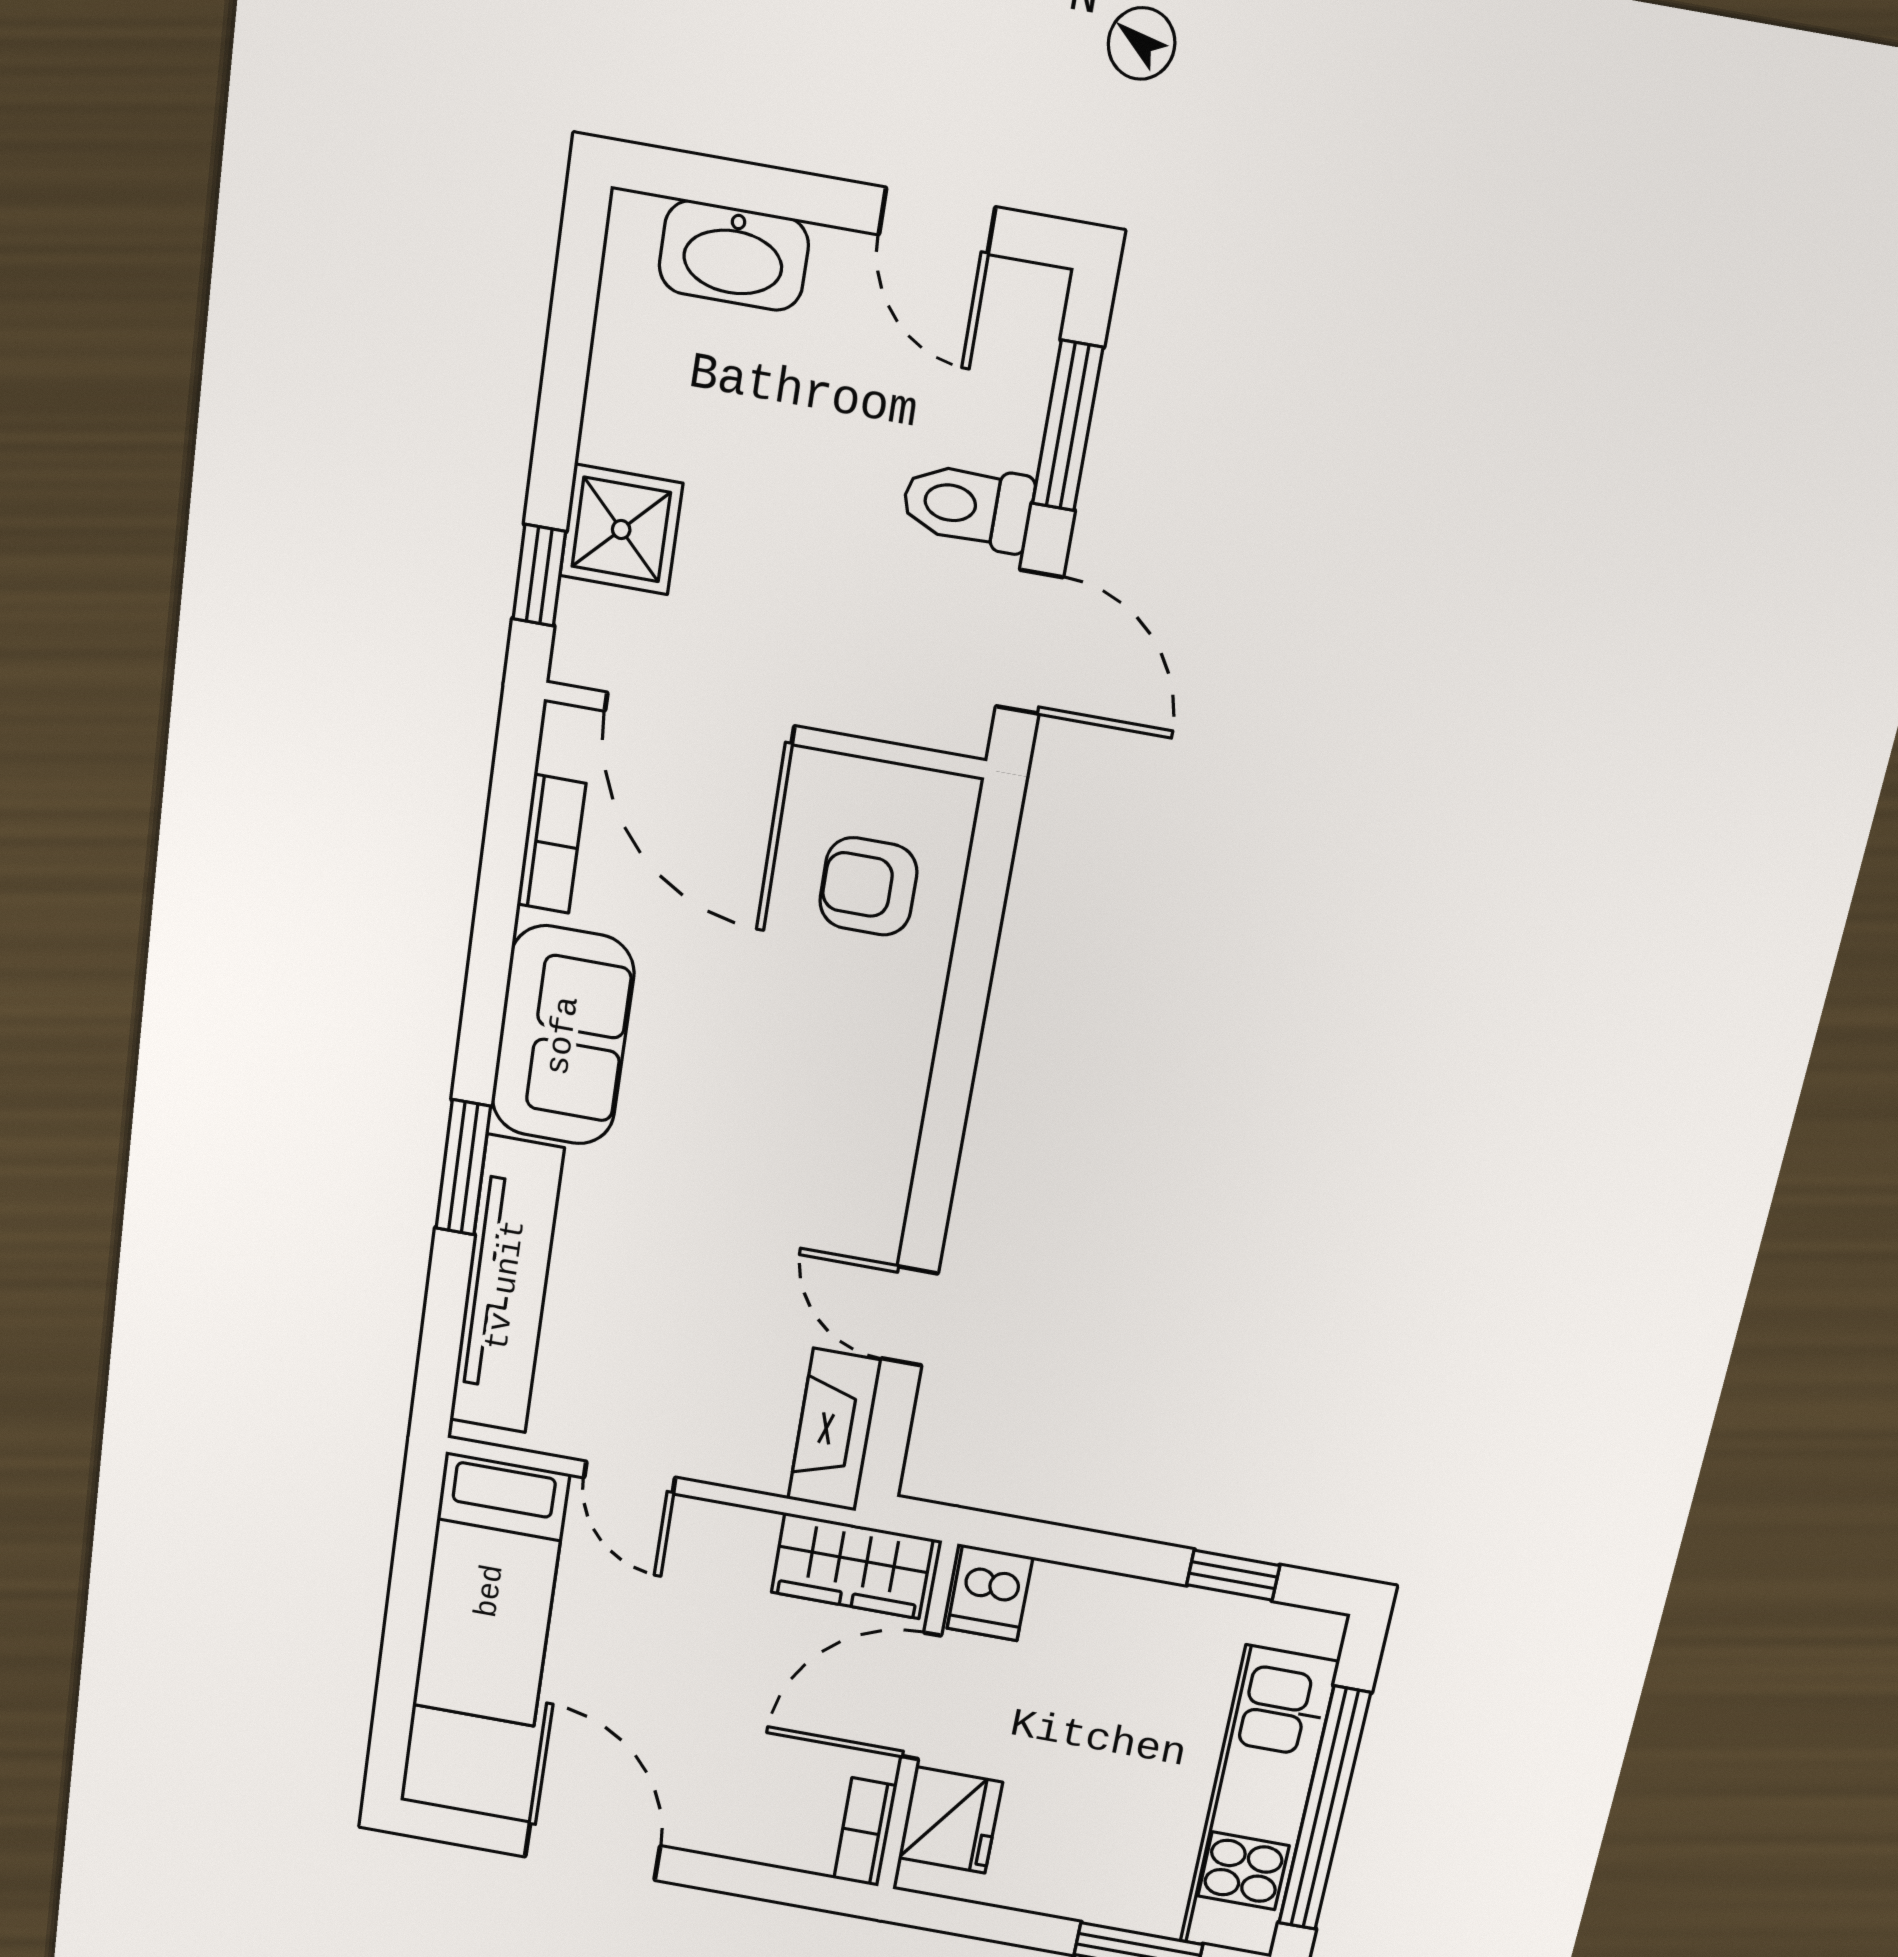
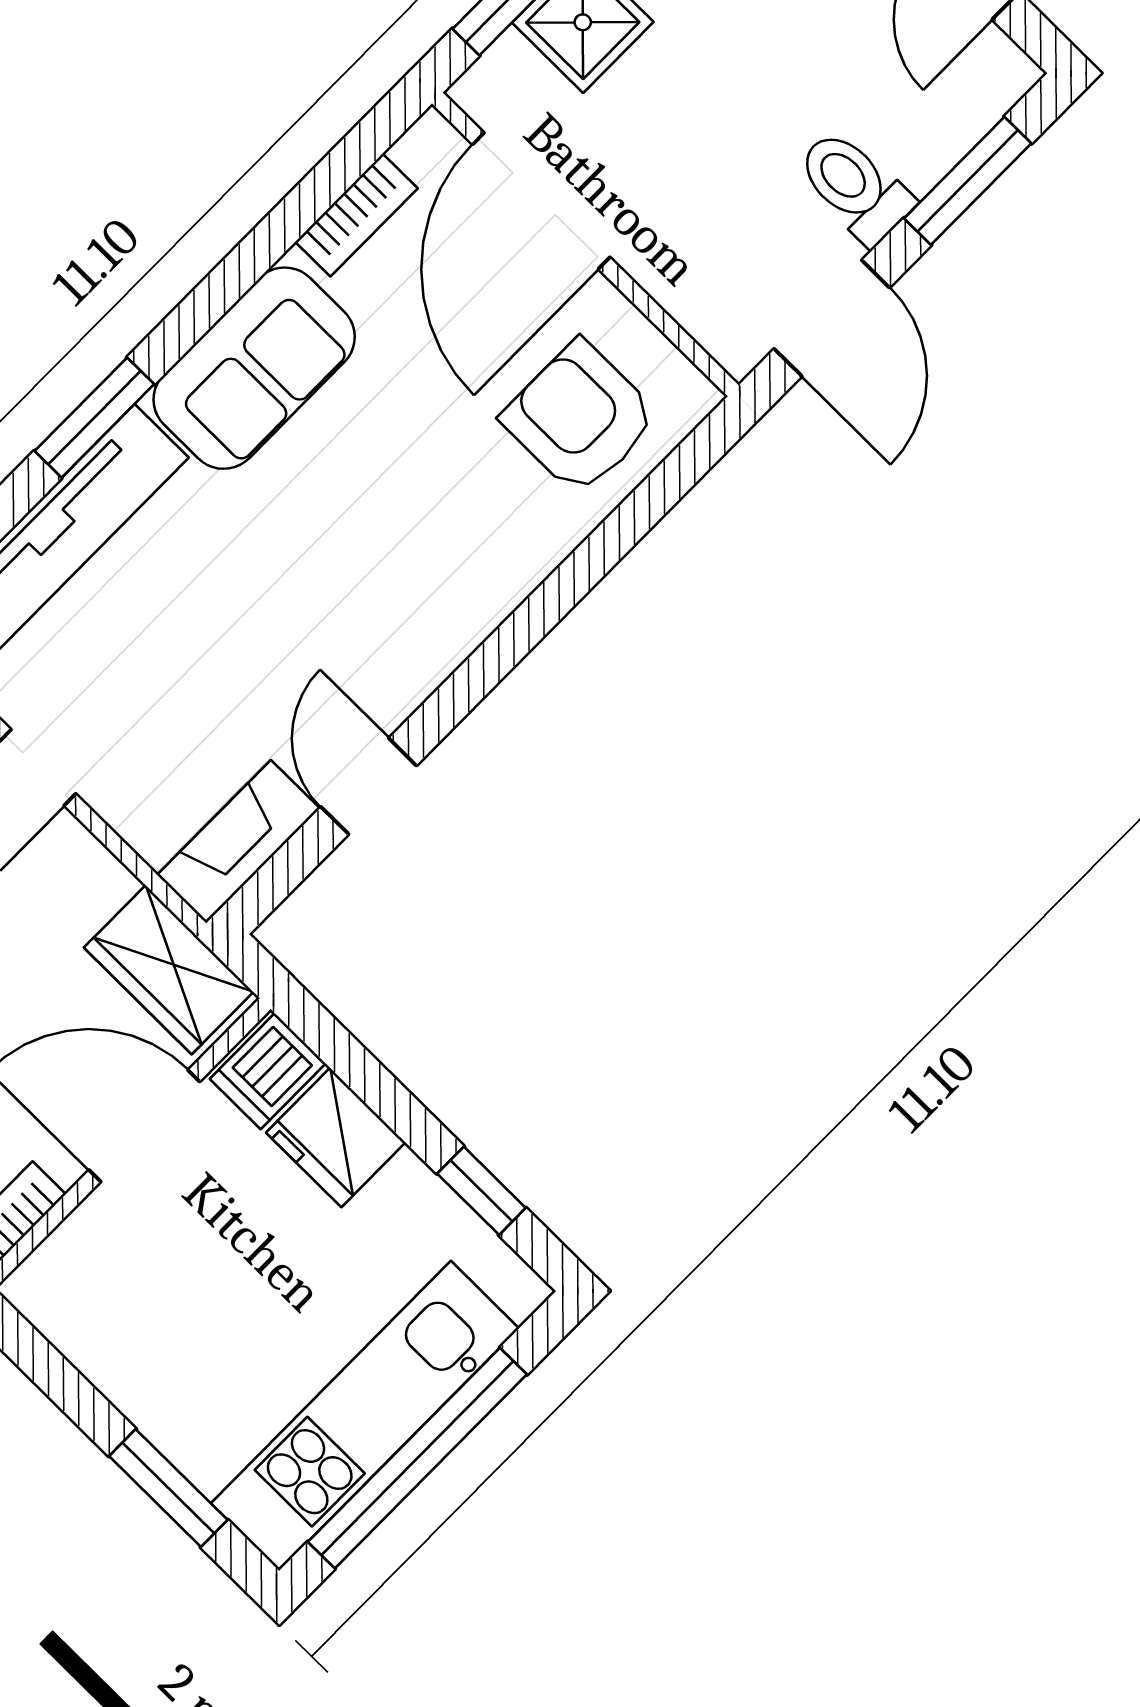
armchair: (868, 886) -> (580, 418), width x1.38, depth x1.38
fridge: (950, 1820) -> (336, 1137), moved, turned 90

